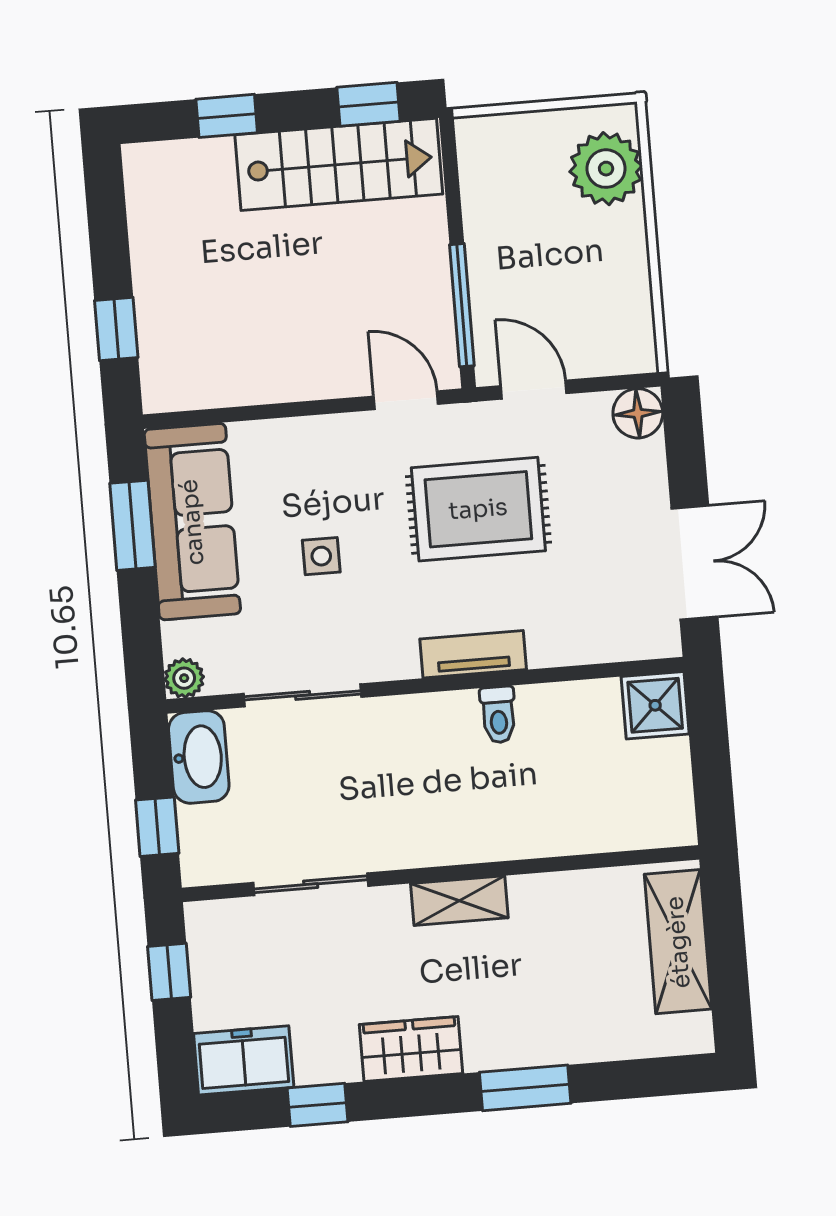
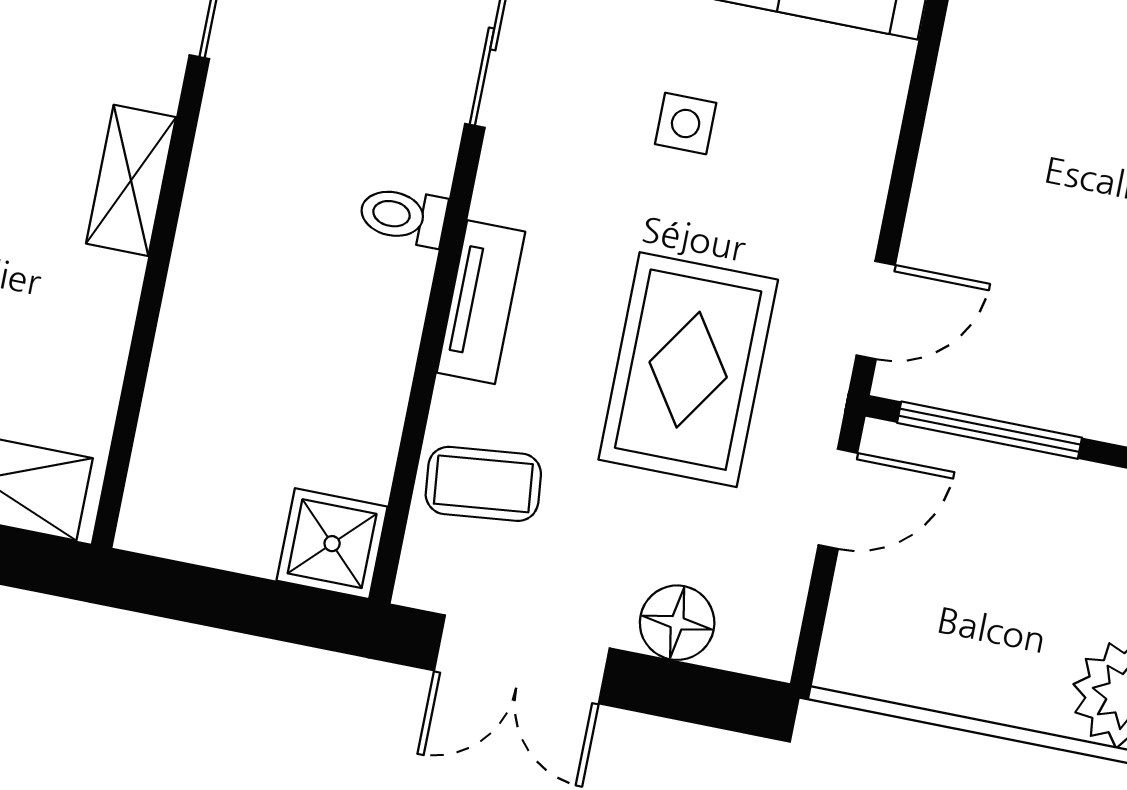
floor lamp: (638, 413) -> (677, 623), moved
coffee table: (589, 619) -> (483, 484), added
toilet: (498, 715) -> (403, 216), moved

